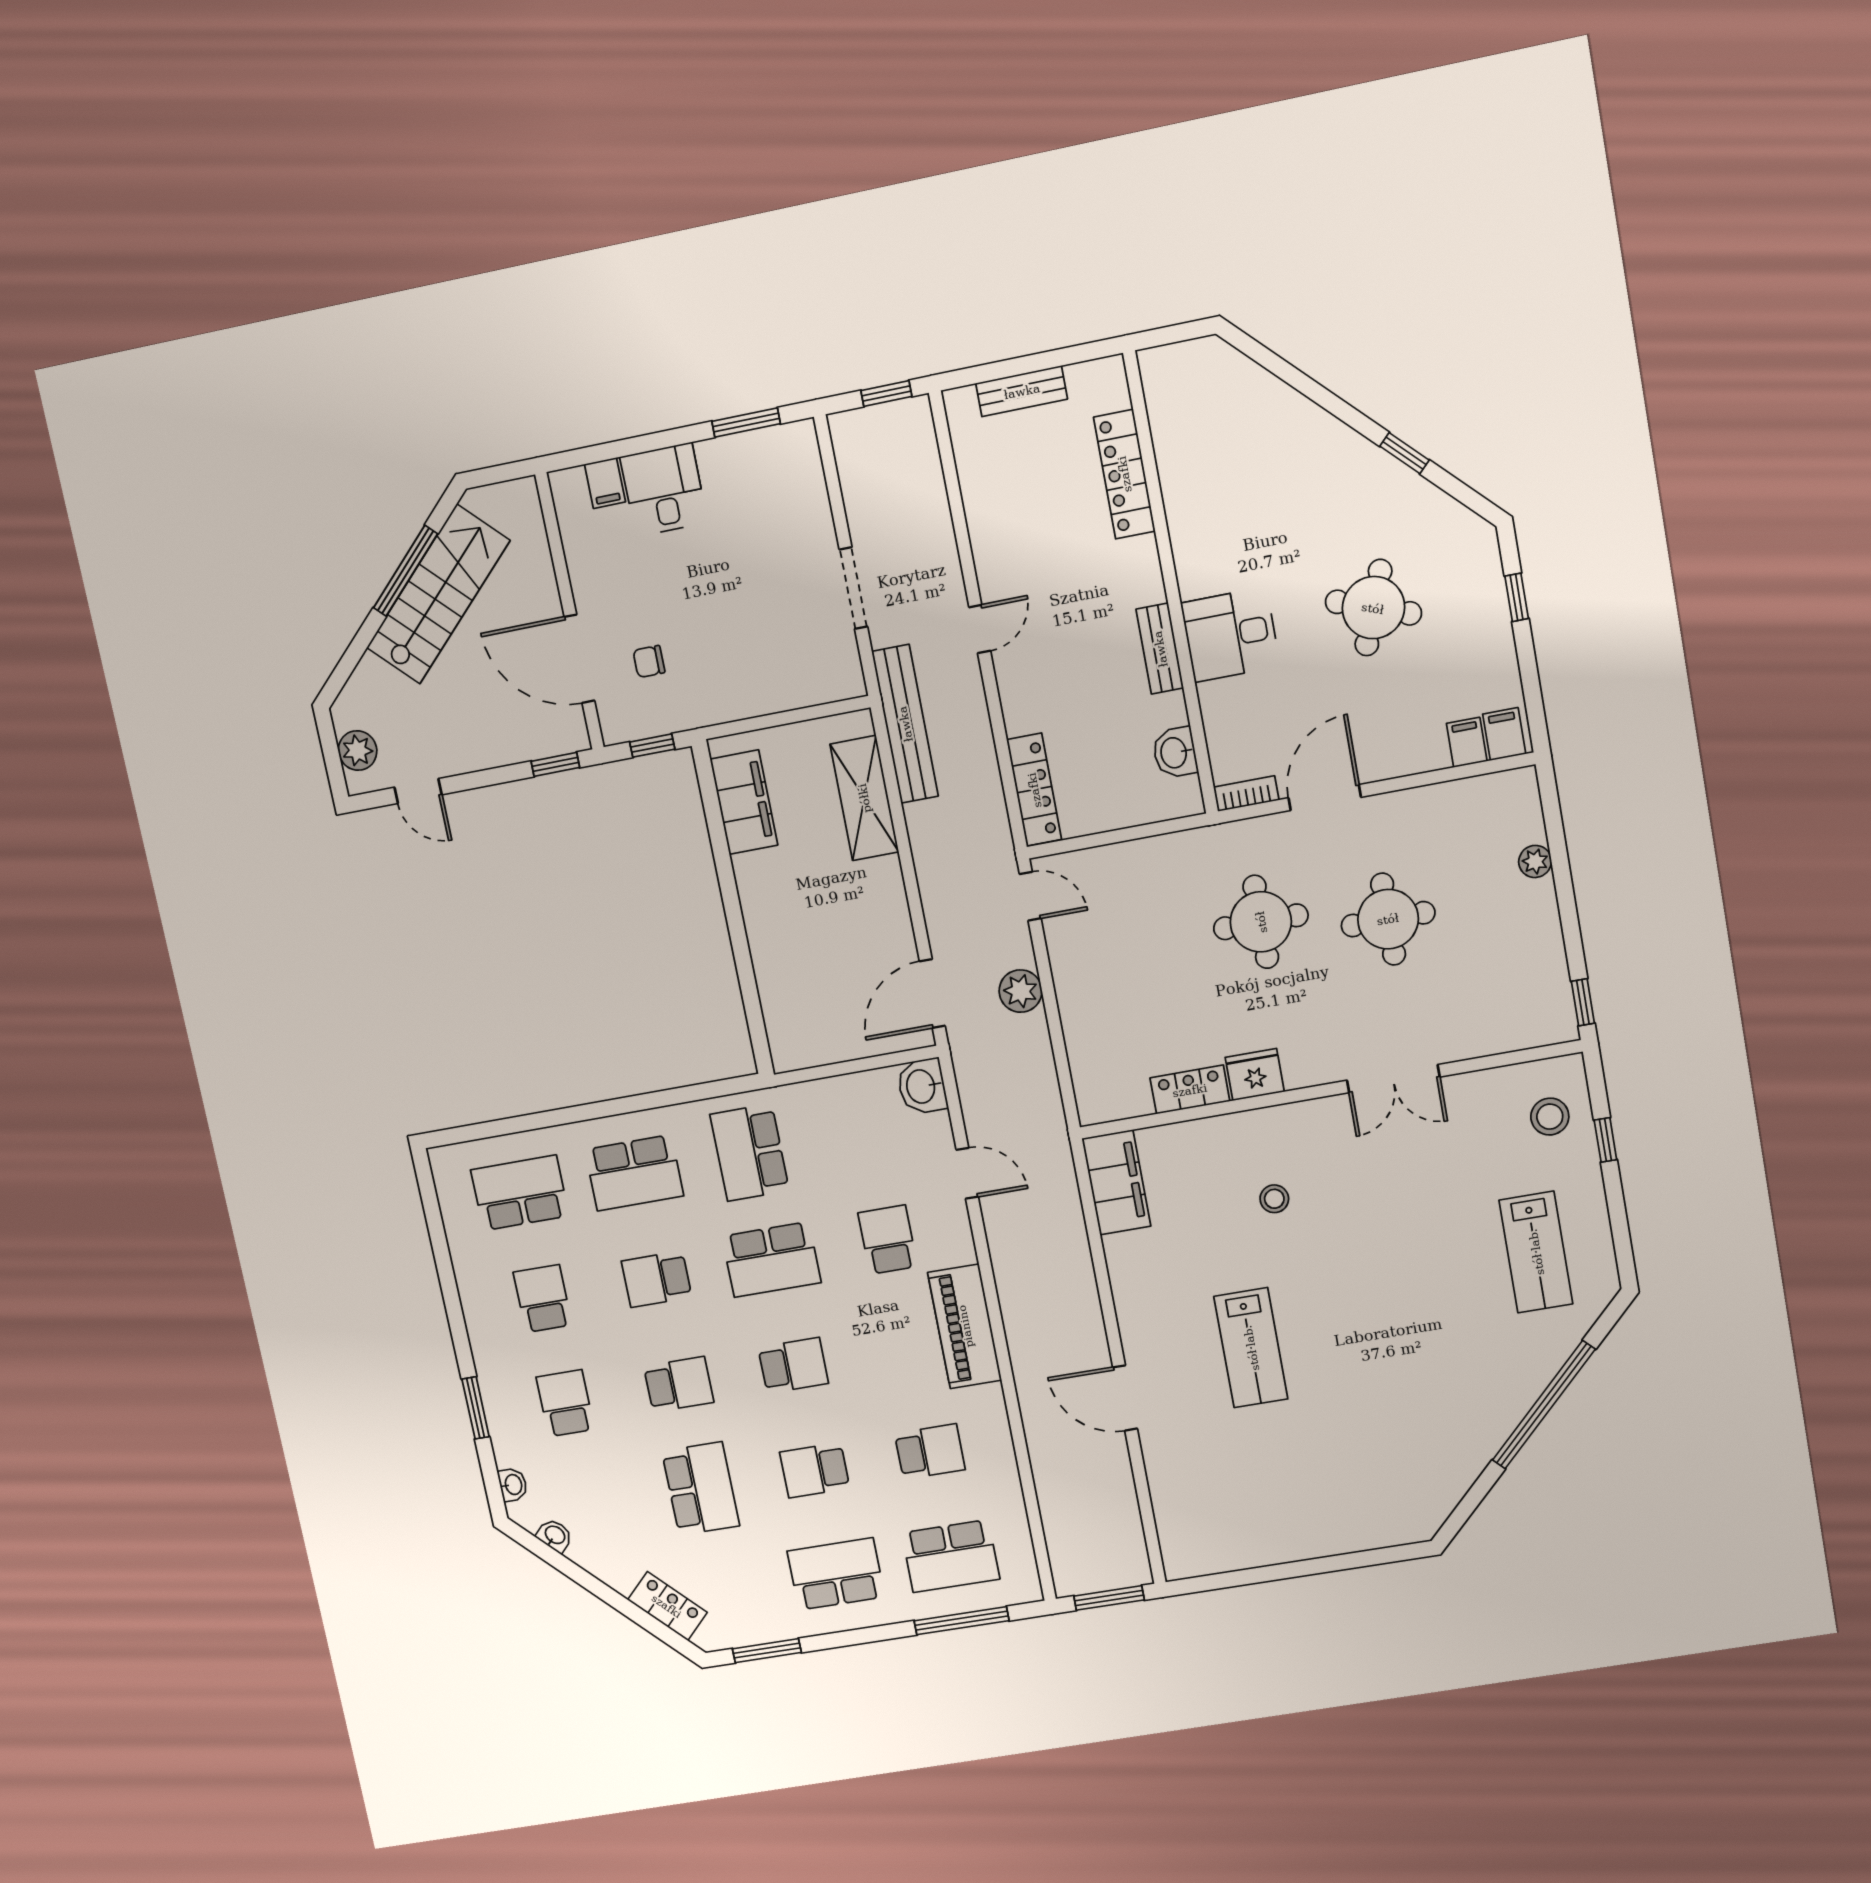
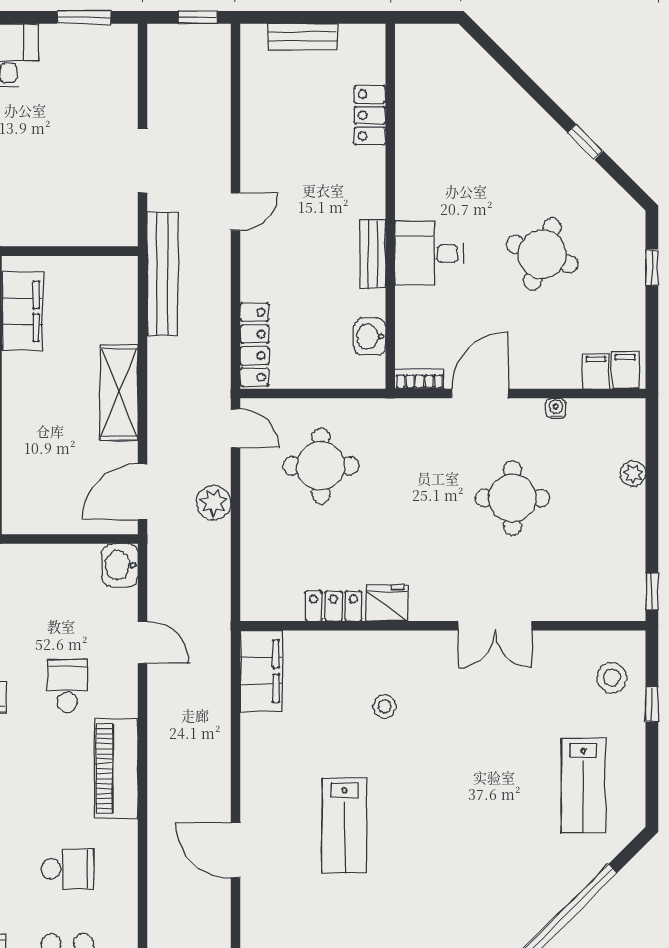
locker: (1124, 474) -> (370, 115), width x0.66
shelving: (864, 798) -> (119, 392), moved
water cooler: (1424, 798) -> (556, 408), added
round table: (1261, 922) -> (321, 466), moved

